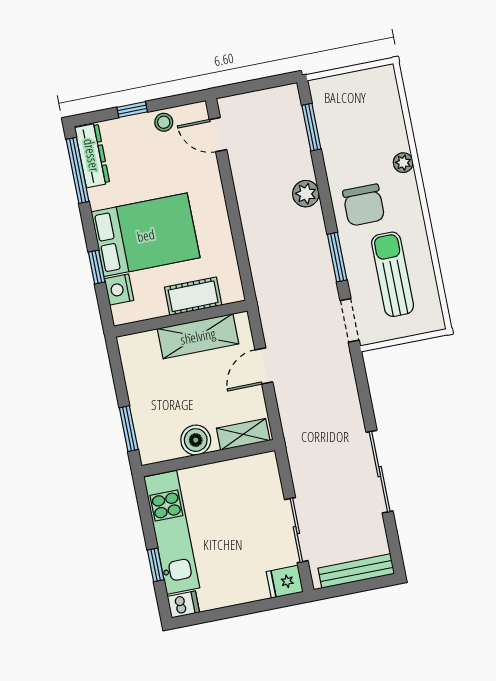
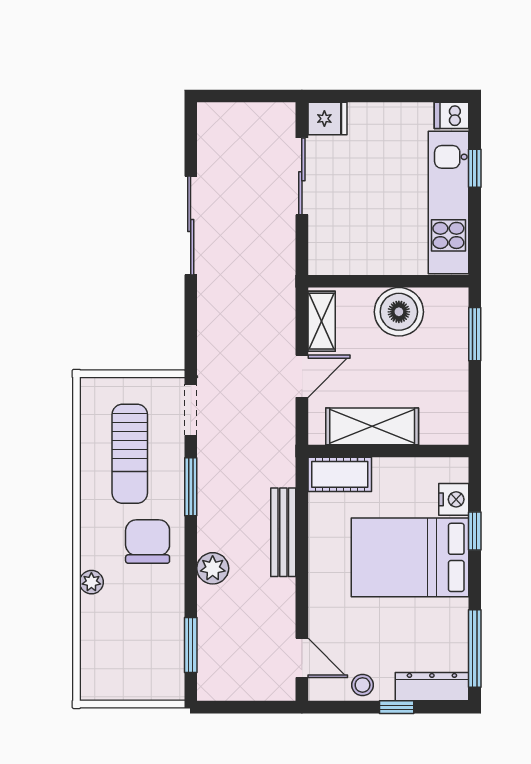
dresser: (92, 155) -> (432, 687), moved, turned 90
cot: (193, 296) -> (340, 474), moved
shelving: (243, 434) -> (322, 321), moved, turned 90
boiler: (196, 440) -> (399, 312), width x1.37, depth x1.37
bench: (356, 571) -> (283, 532), moved, turned 90

